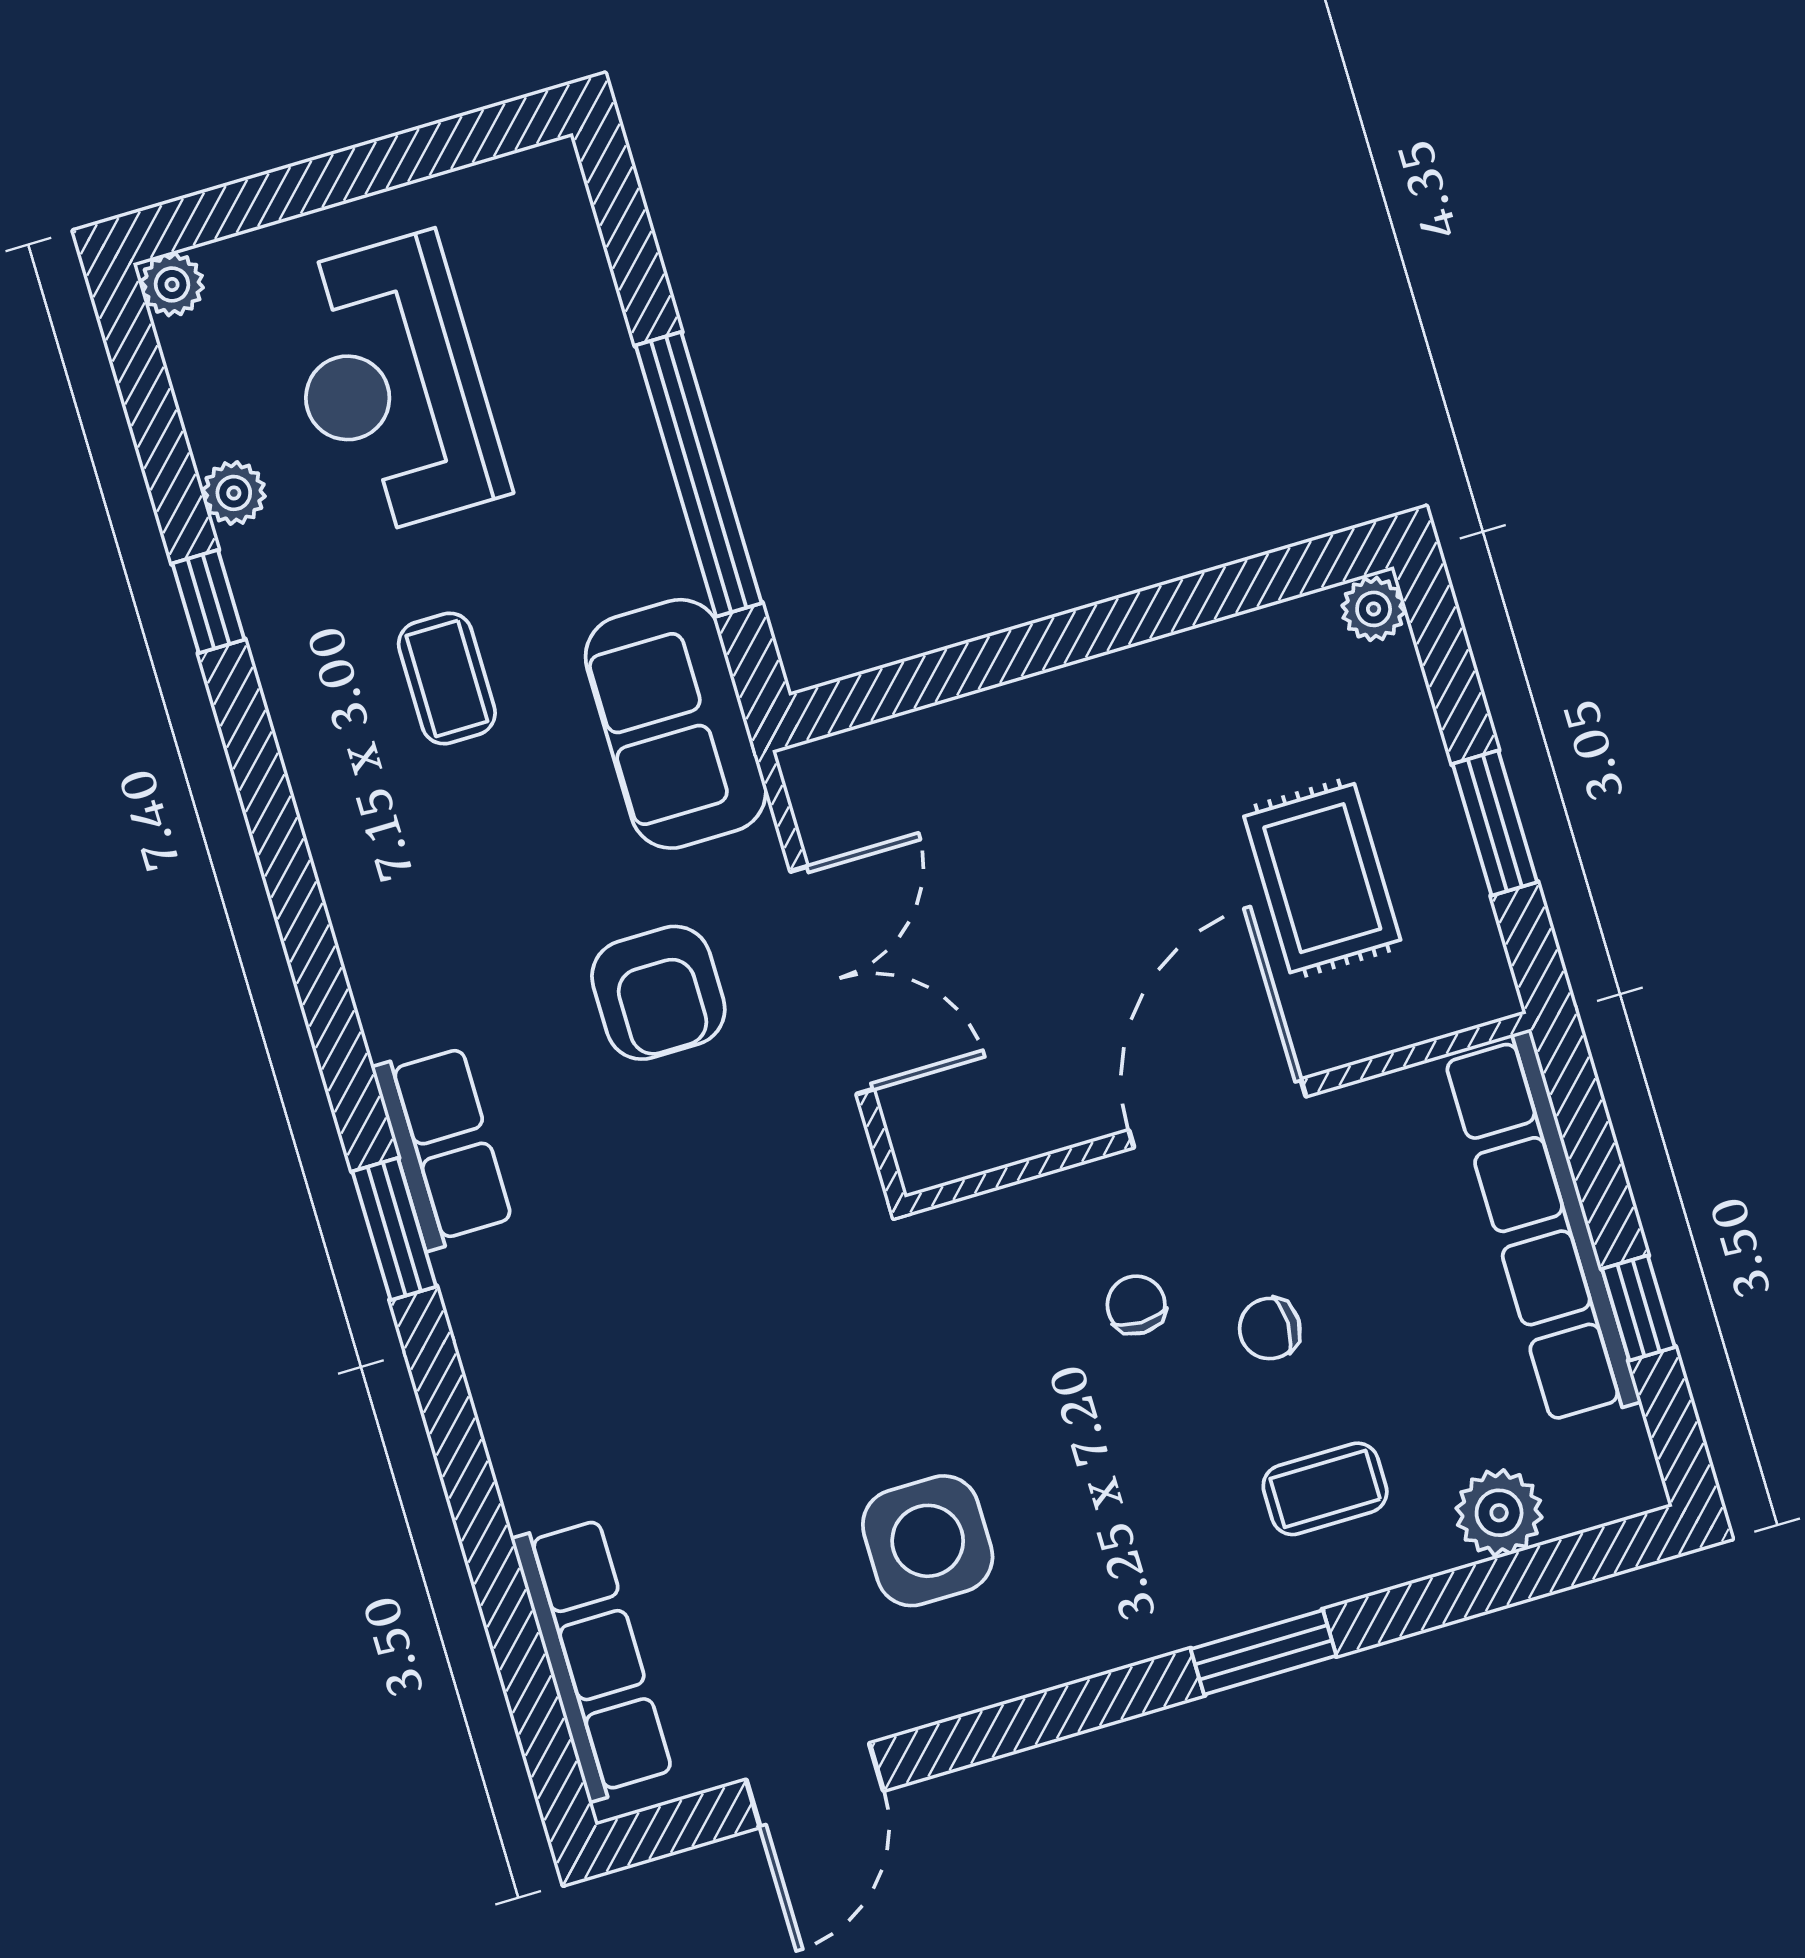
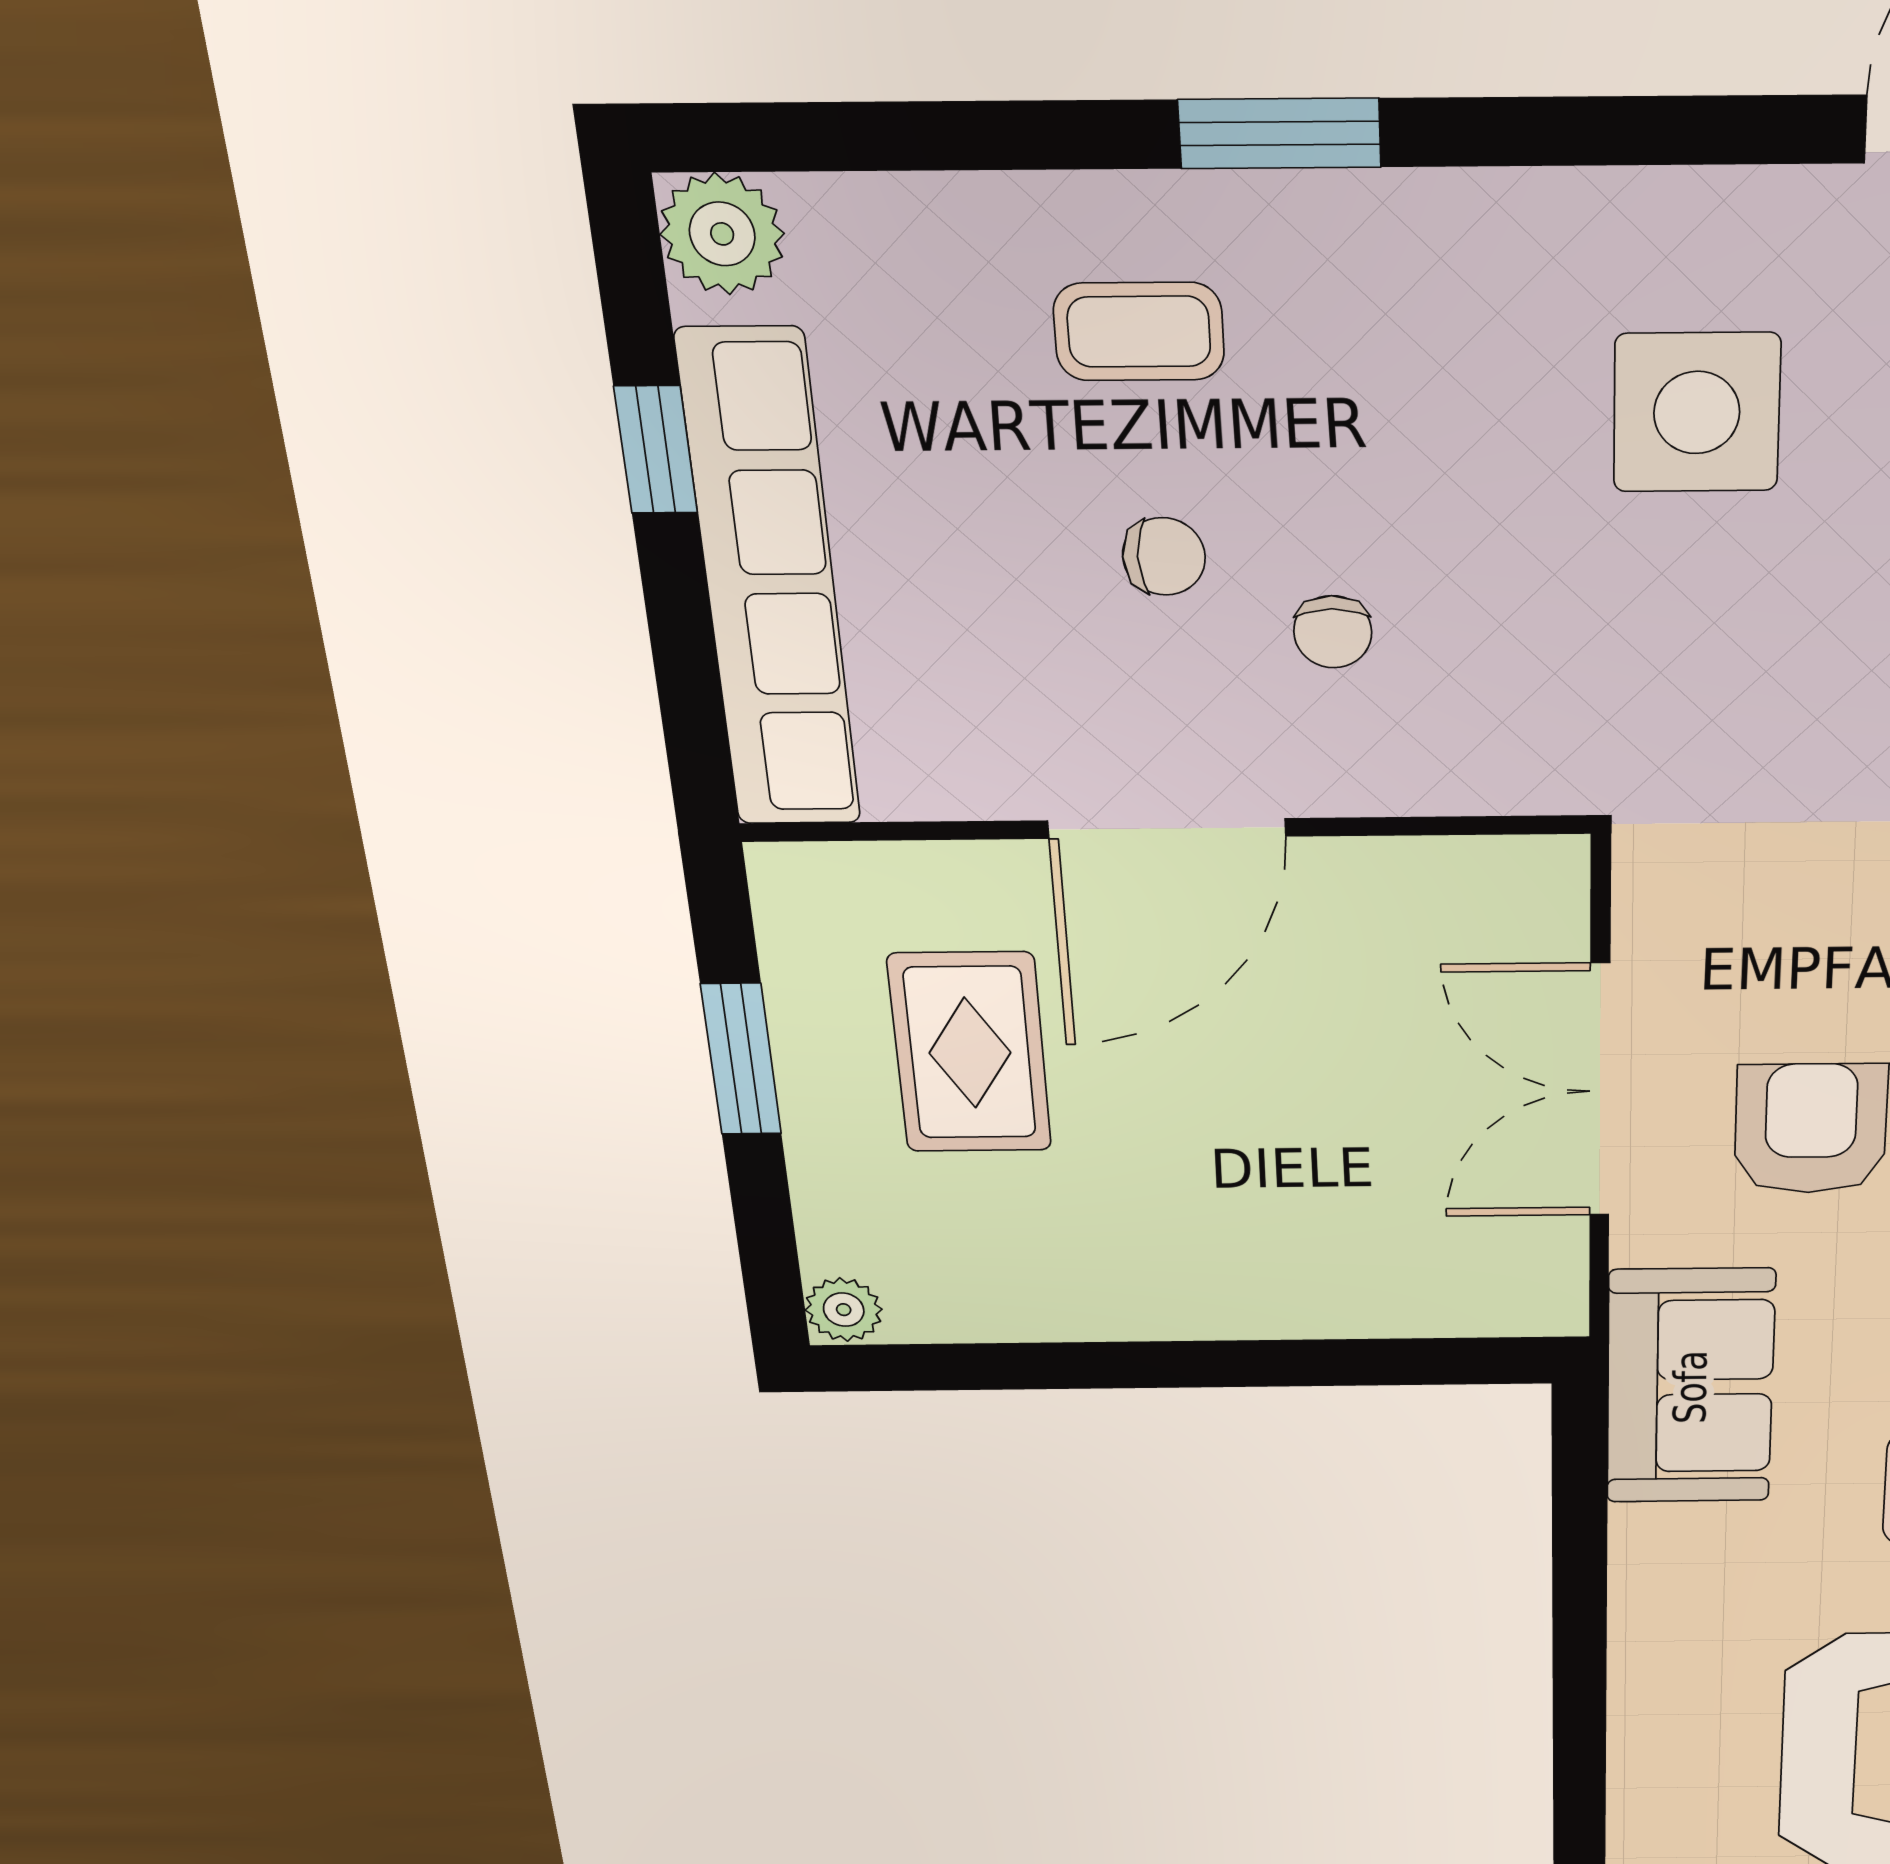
window: (699, 474) -> (1580, 1606), removed
plant: (1499, 1513) -> (722, 234), moved

